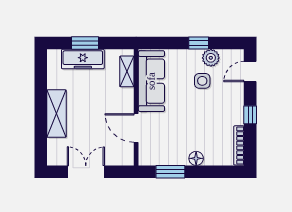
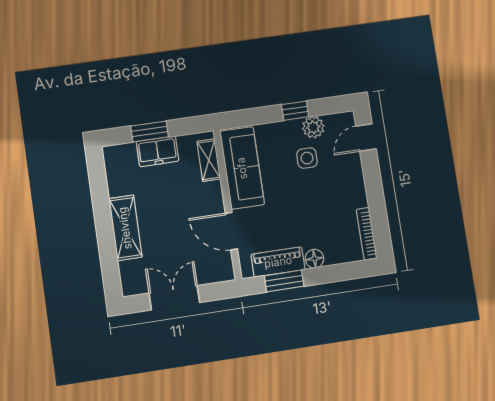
freezer: (83, 59) -> (157, 151), width x0.71
window: (250, 115) -> (375, 192), removed
piano: (168, 157) -> (278, 262), added

